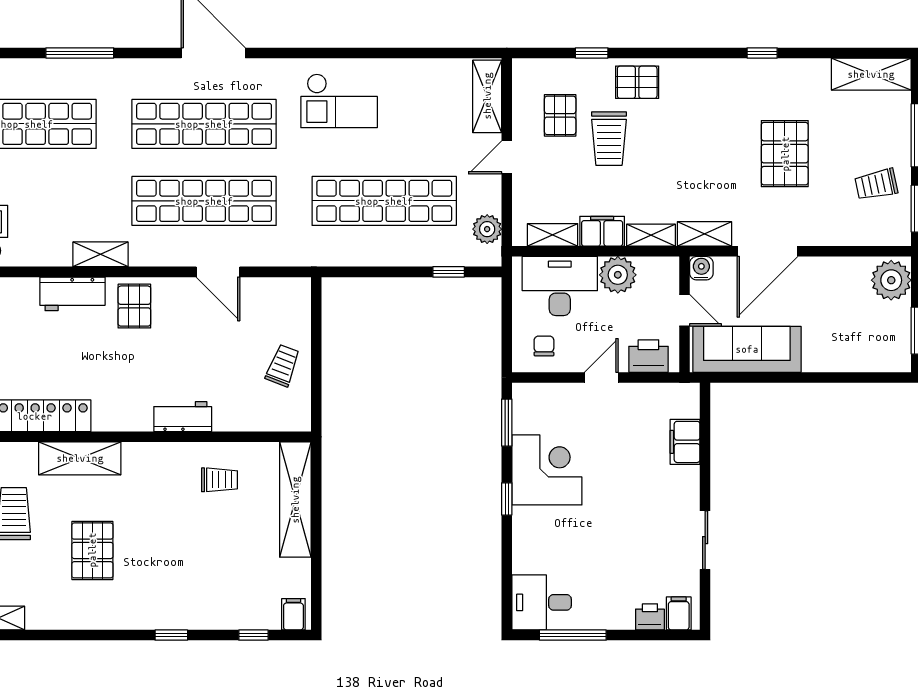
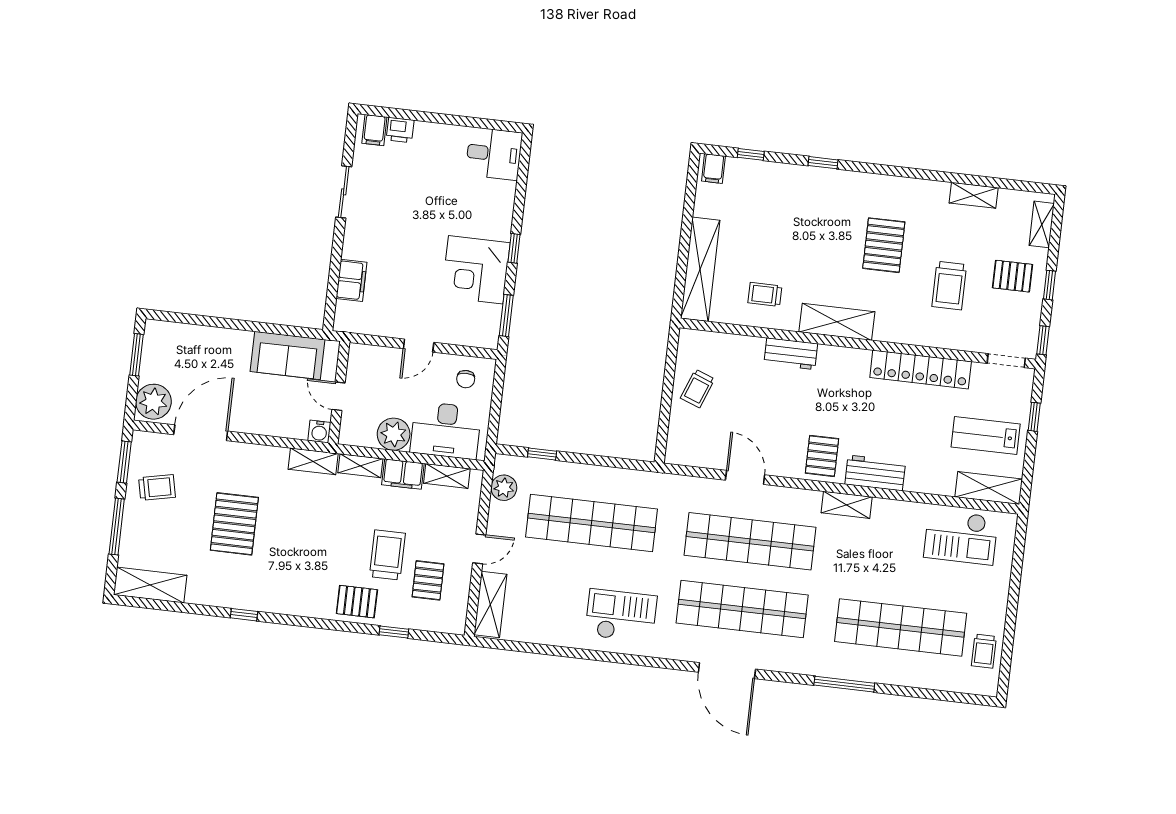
door: (768, 251) -> (201, 433), moved
sofa: (747, 349) -> (288, 355), width x0.73
printer: (648, 356) -> (375, 360), removed
shelving: (80, 458) -> (837, 322), moved
window: (573, 635) -> (470, 122), removed

